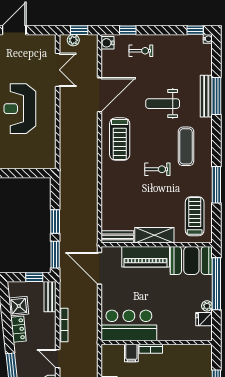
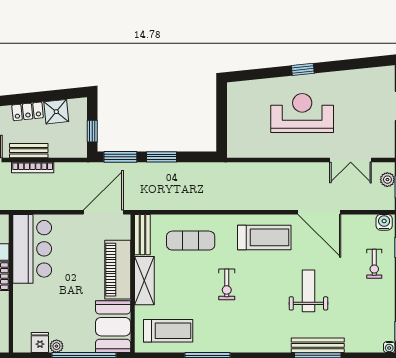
treadmill: (120, 139) -> (264, 237), turned 180
exercise mat: (186, 146) -> (191, 241), moved
bench: (50, 297) -> (29, 151), moved

